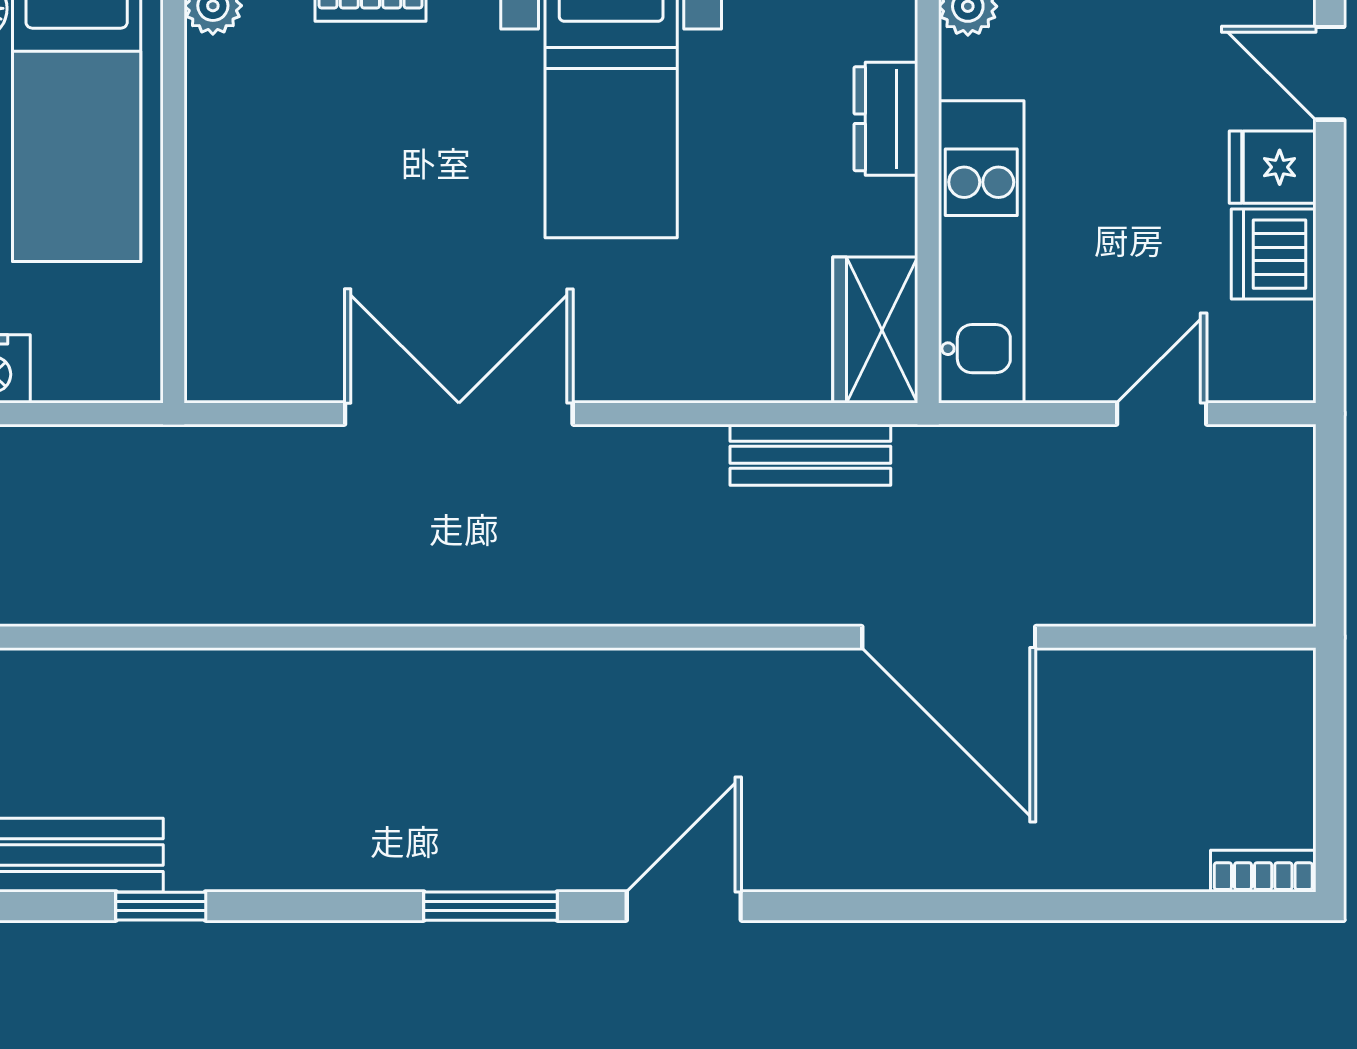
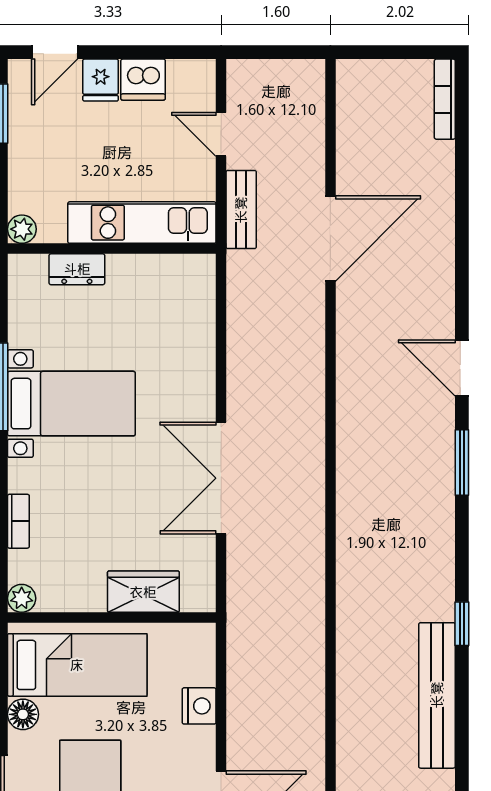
wardrobe: (875, 330) -> (143, 592), moved, turned 180
bench: (810, 455) -> (241, 210), moved
bookcase: (1263, 871) -> (445, 99), width x1.56

